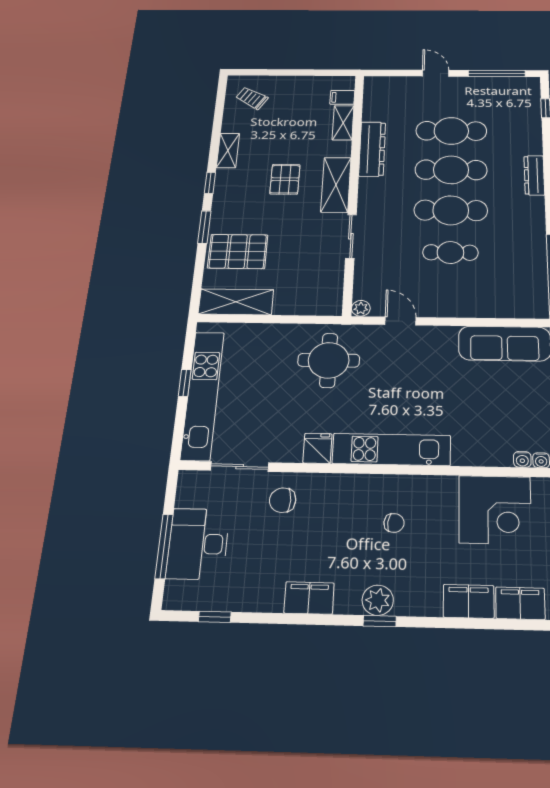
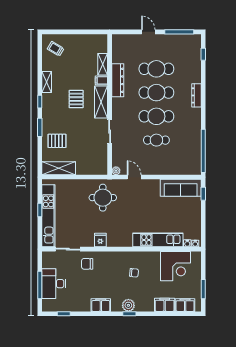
filing cabinet: (342, 97) -> (101, 80), moved
pallet: (238, 251) -> (57, 141), width x0.67, depth x0.71
kitchen unit: (391, 449) -> (158, 240), moved

